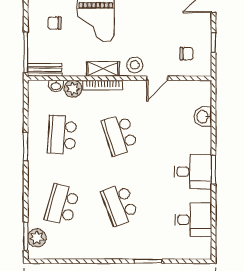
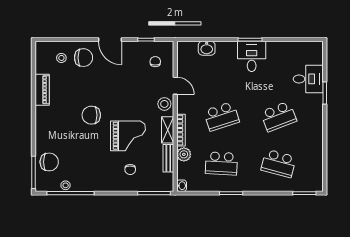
bench: (45, 70) -> (168, 158), moved
washbasin: (56, 86) -> (182, 186), moved
desk: (193, 220) -> (308, 79), moved, turned 90
plant: (37, 238) -> (306, 184), removed

